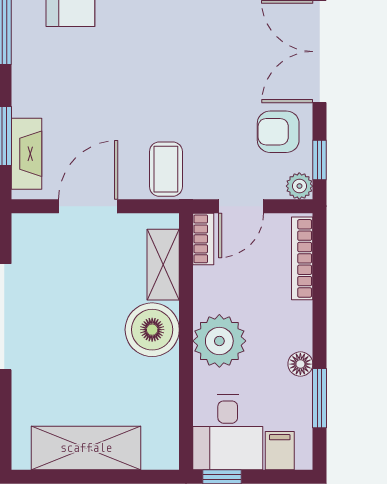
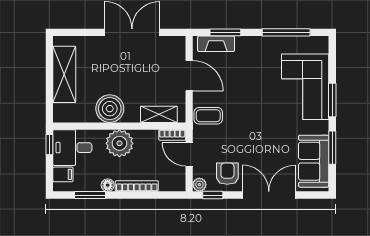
bookcase: (302, 258) -> (137, 186), moved
boiler: (152, 330) -> (110, 109), moved

